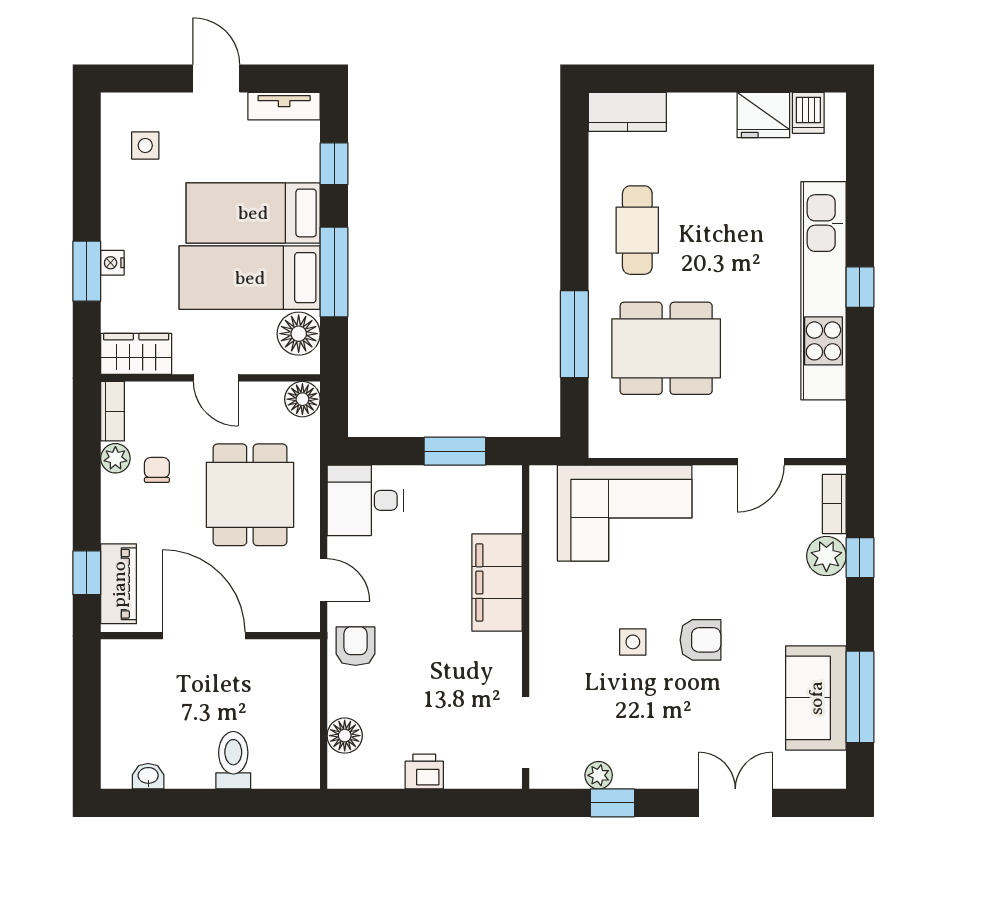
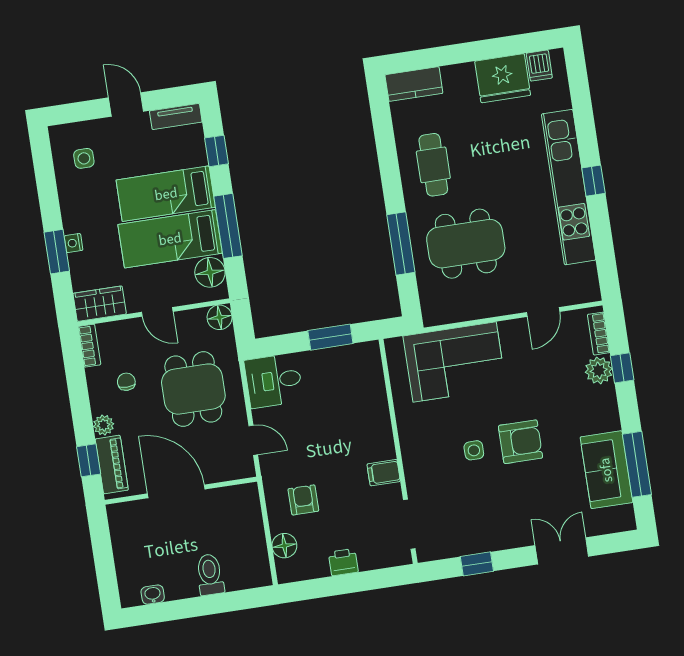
fridge: (763, 115) -> (503, 78), width x1.36, depth x1.34
plant: (115, 458) -> (104, 425), moved
filing cabinet: (497, 583) -> (384, 473), moved, width x0.33, depth x0.86
armchair: (701, 640) -> (520, 442), width x1.38, depth x1.38
armchair: (355, 646) -> (303, 500), moved
plant: (599, 775) -> (464, 546), removed

